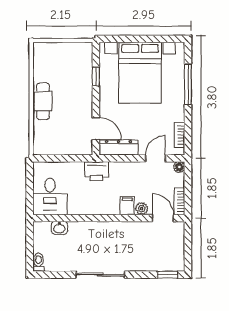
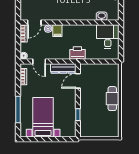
bed with nightstands: (140, 73) -> (43, 117), width x0.73
door: (96, 129) -> (78, 81), hinge flipped
door: (155, 158) -> (39, 61), hinge flipped
door: (163, 218) -> (34, 23), hinge flipped

